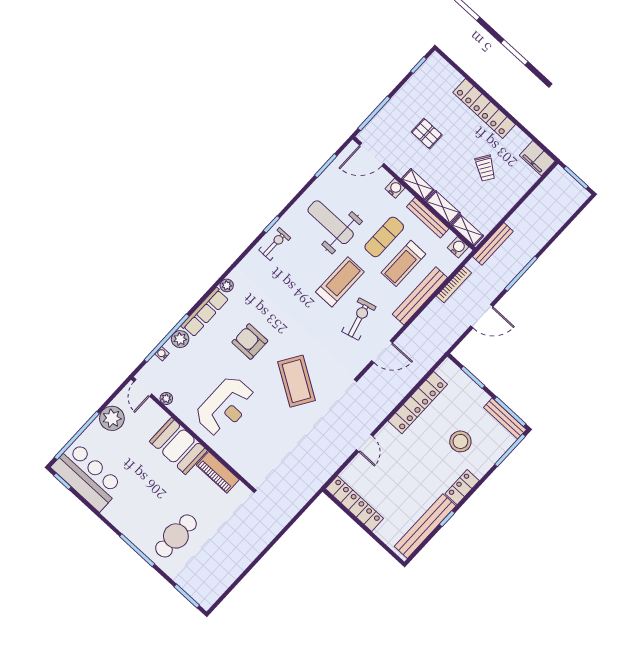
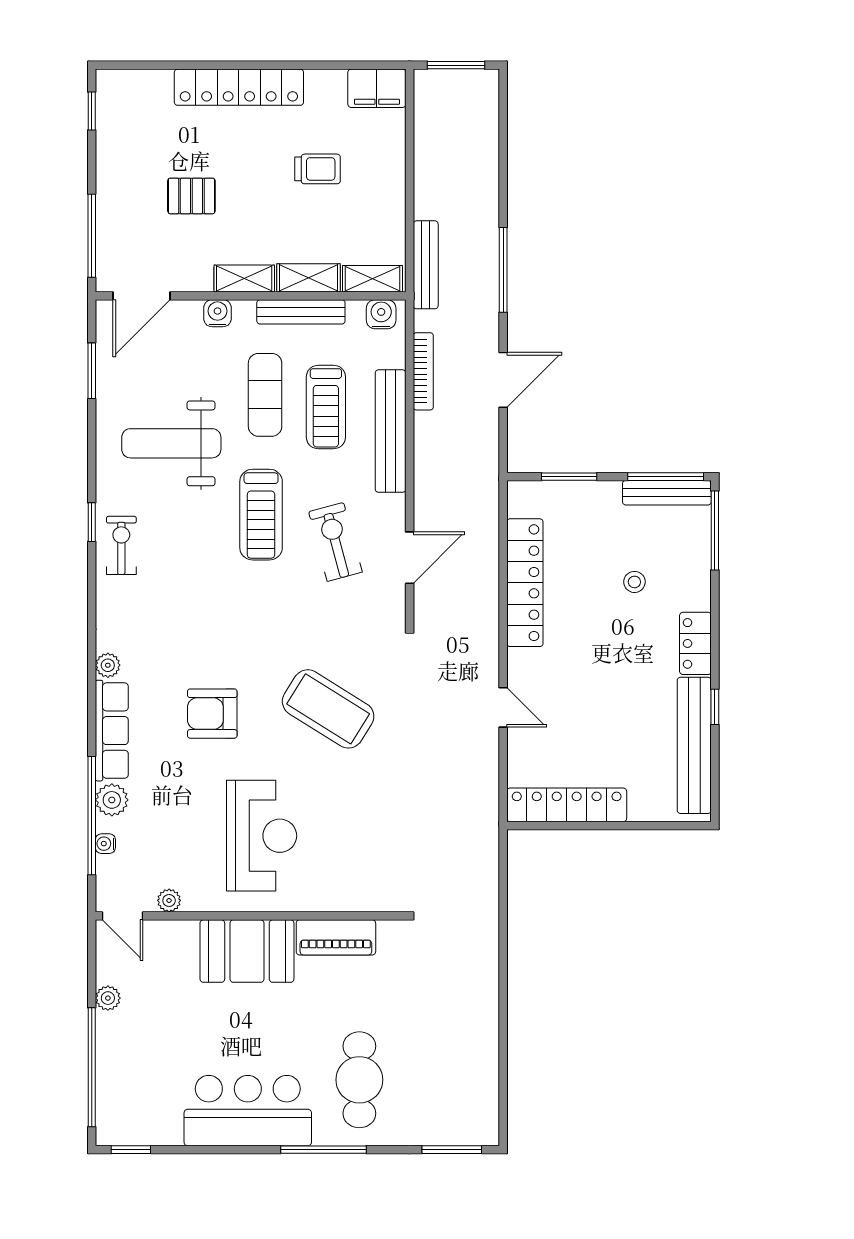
trolley: (485, 168) -> (318, 169), turned -33
treadmill: (340, 282) -> (261, 515), turned 180
plant: (112, 418) -> (108, 998), width x0.53, depth x0.53
stool: (460, 441) -> (634, 582), width x0.53, depth x0.53
bar counter: (87, 476) -> (248, 1111), moved

